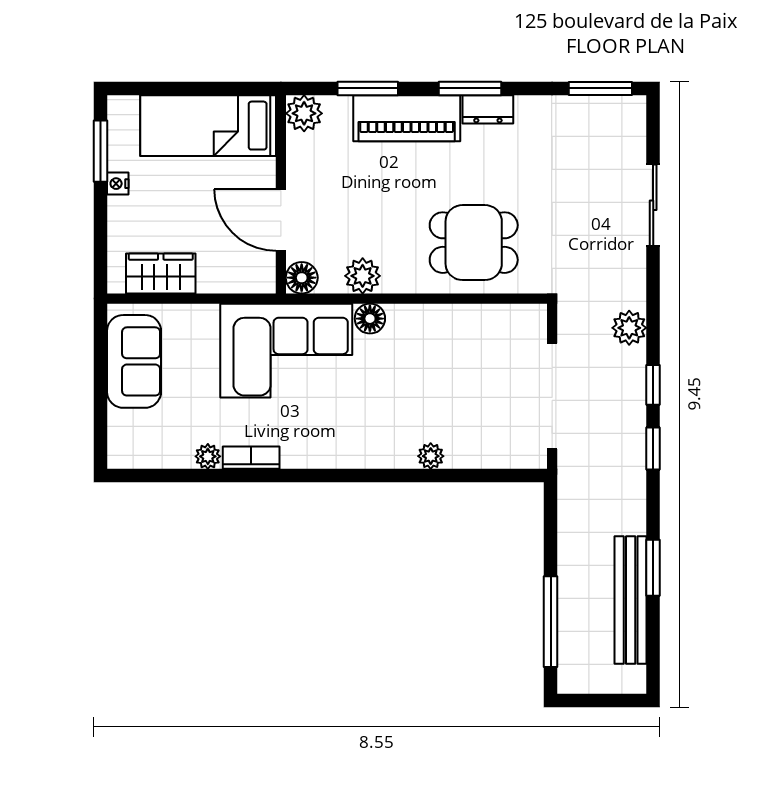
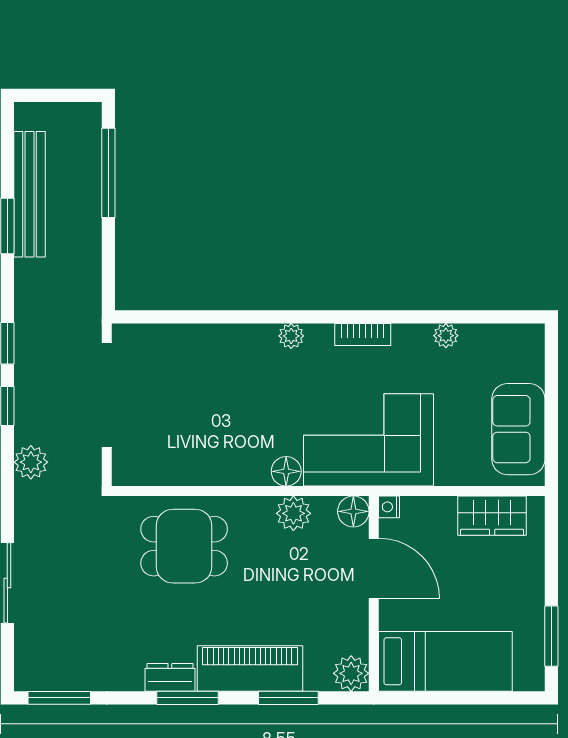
nightstand: (118, 184) -> (389, 507), moved, turned 180
plant: (431, 456) -> (291, 336), moved
bookcase: (251, 458) -> (363, 334), moved

